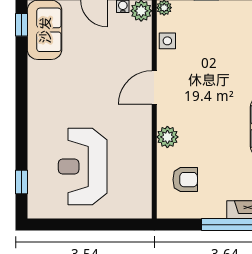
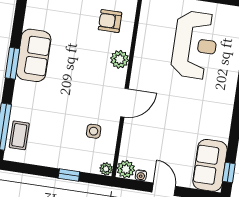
side table: (167, 41) -> (94, 131), moved

